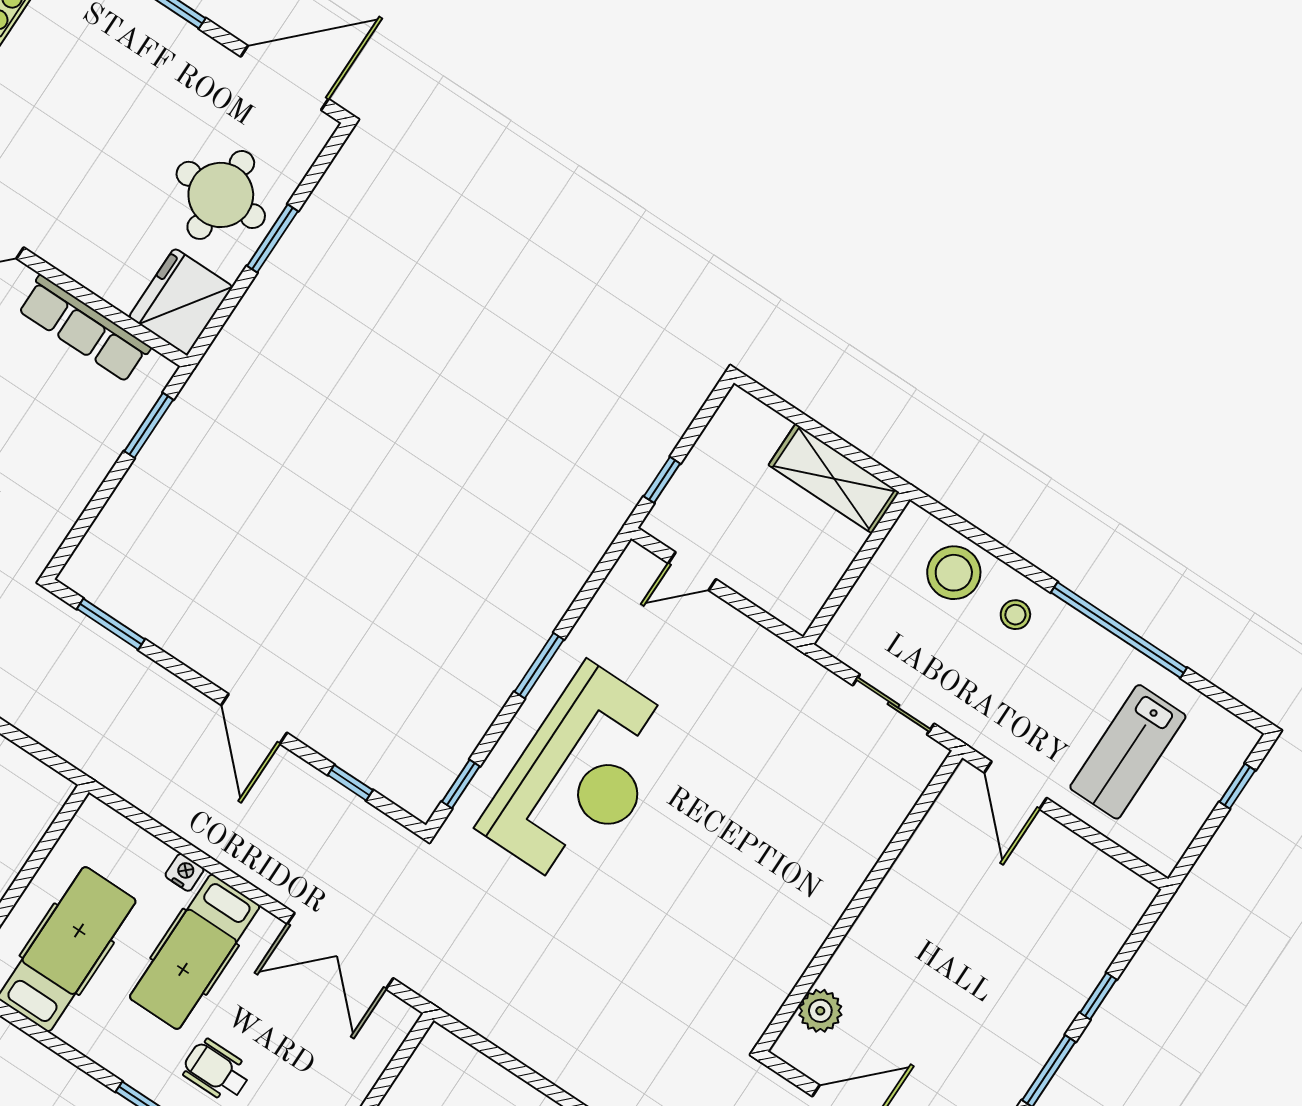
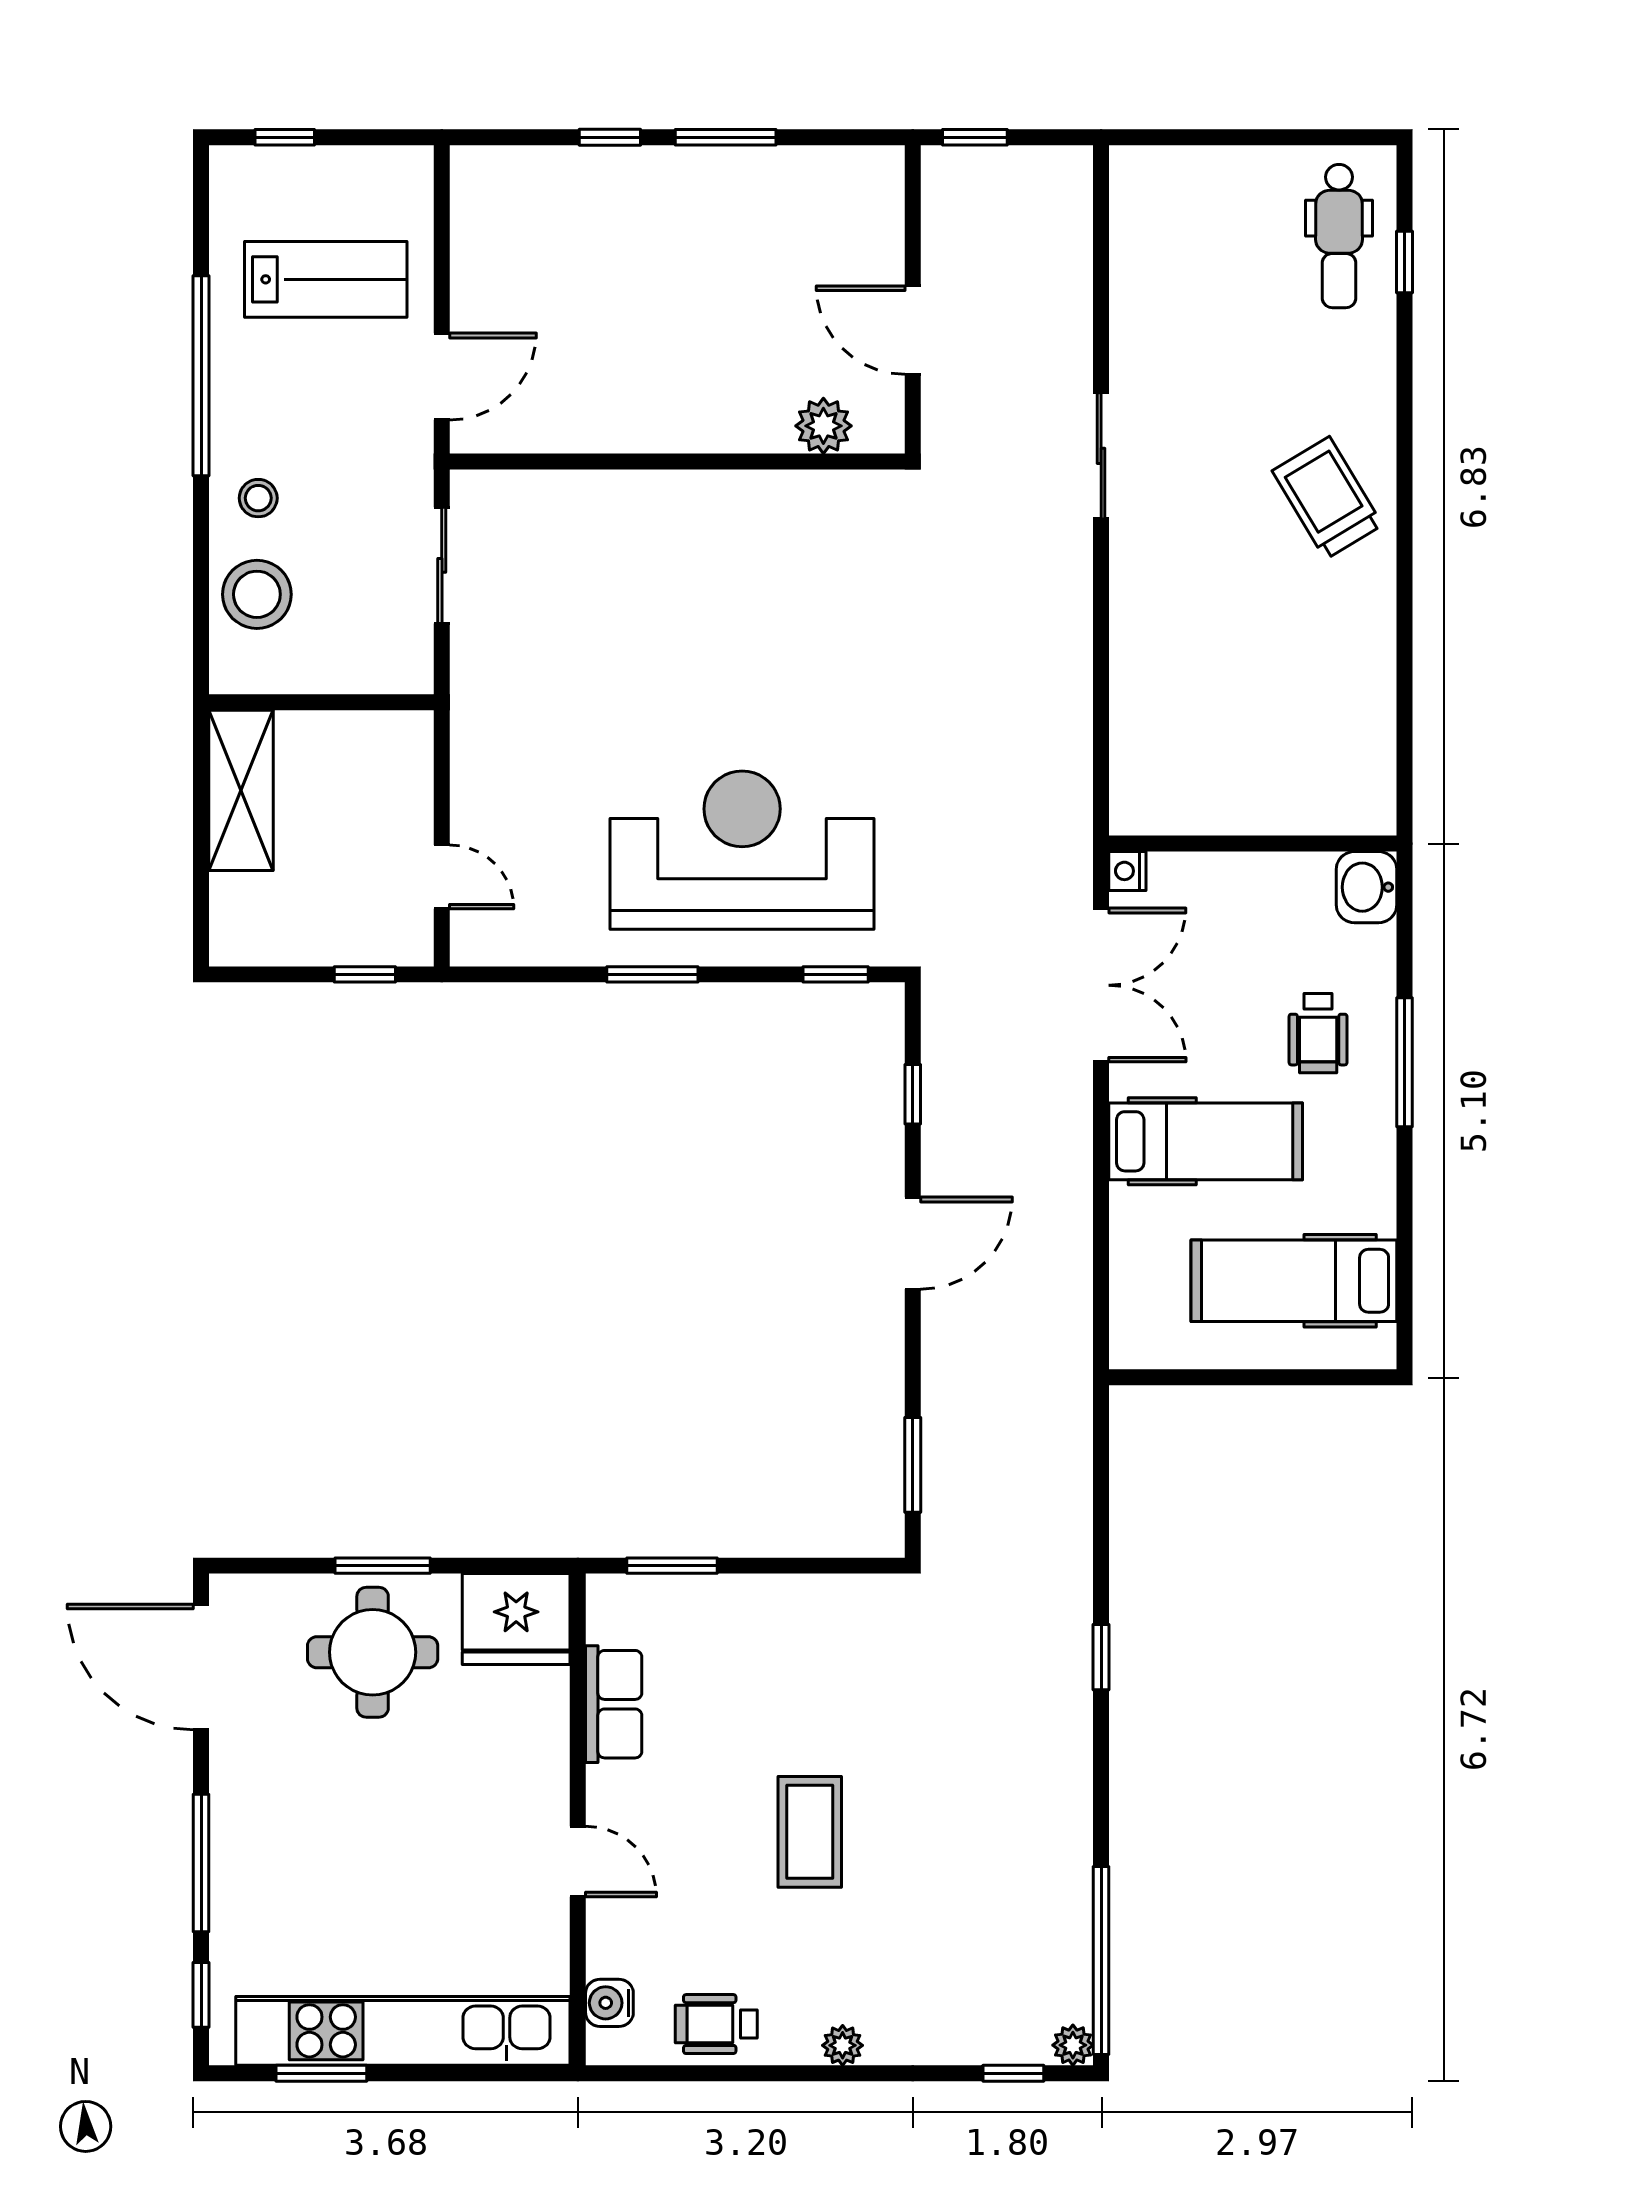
row of seats: (84, 329) -> (614, 1704), width x0.68
nightstand: (185, 872) -> (1127, 871), moved

